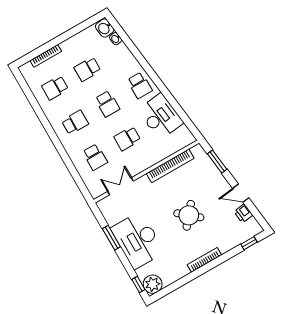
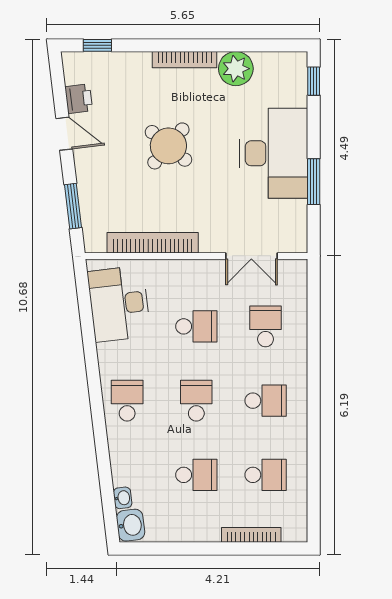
desk: (161, 117) -> (119, 304), moved
school desk: (75, 122) -> (266, 401), turned 180
plant: (153, 284) -> (236, 69), moved

